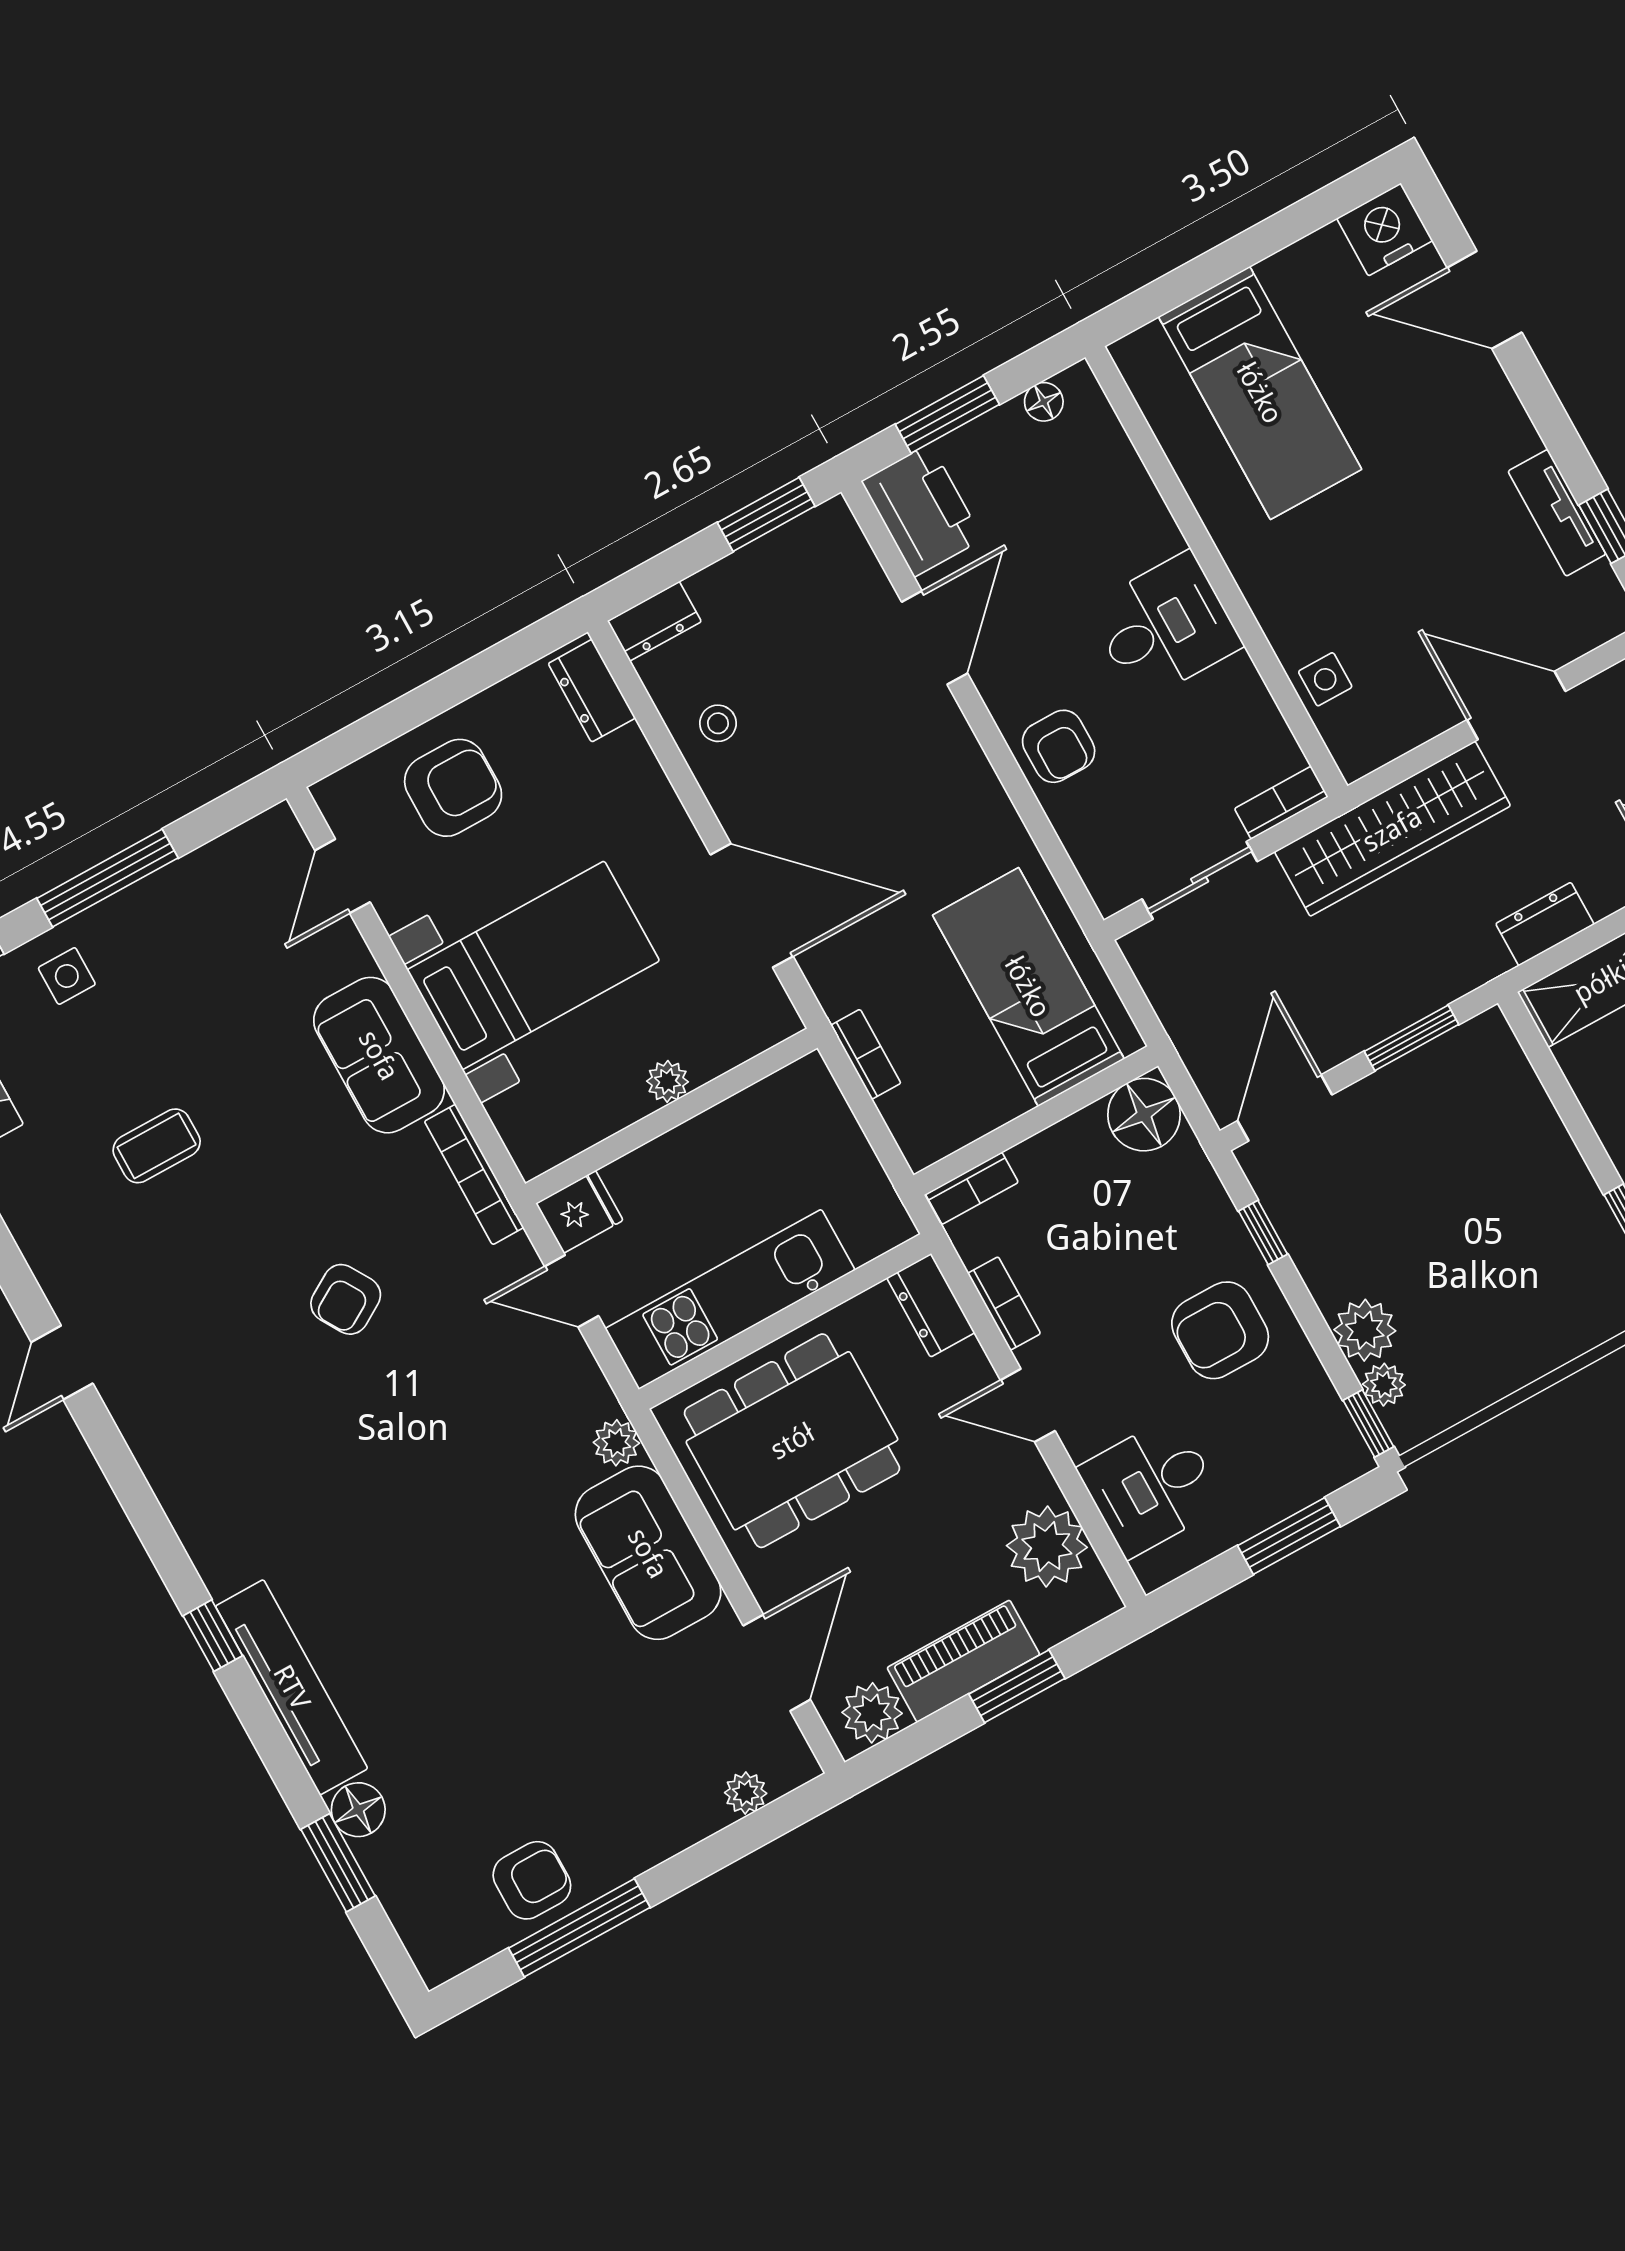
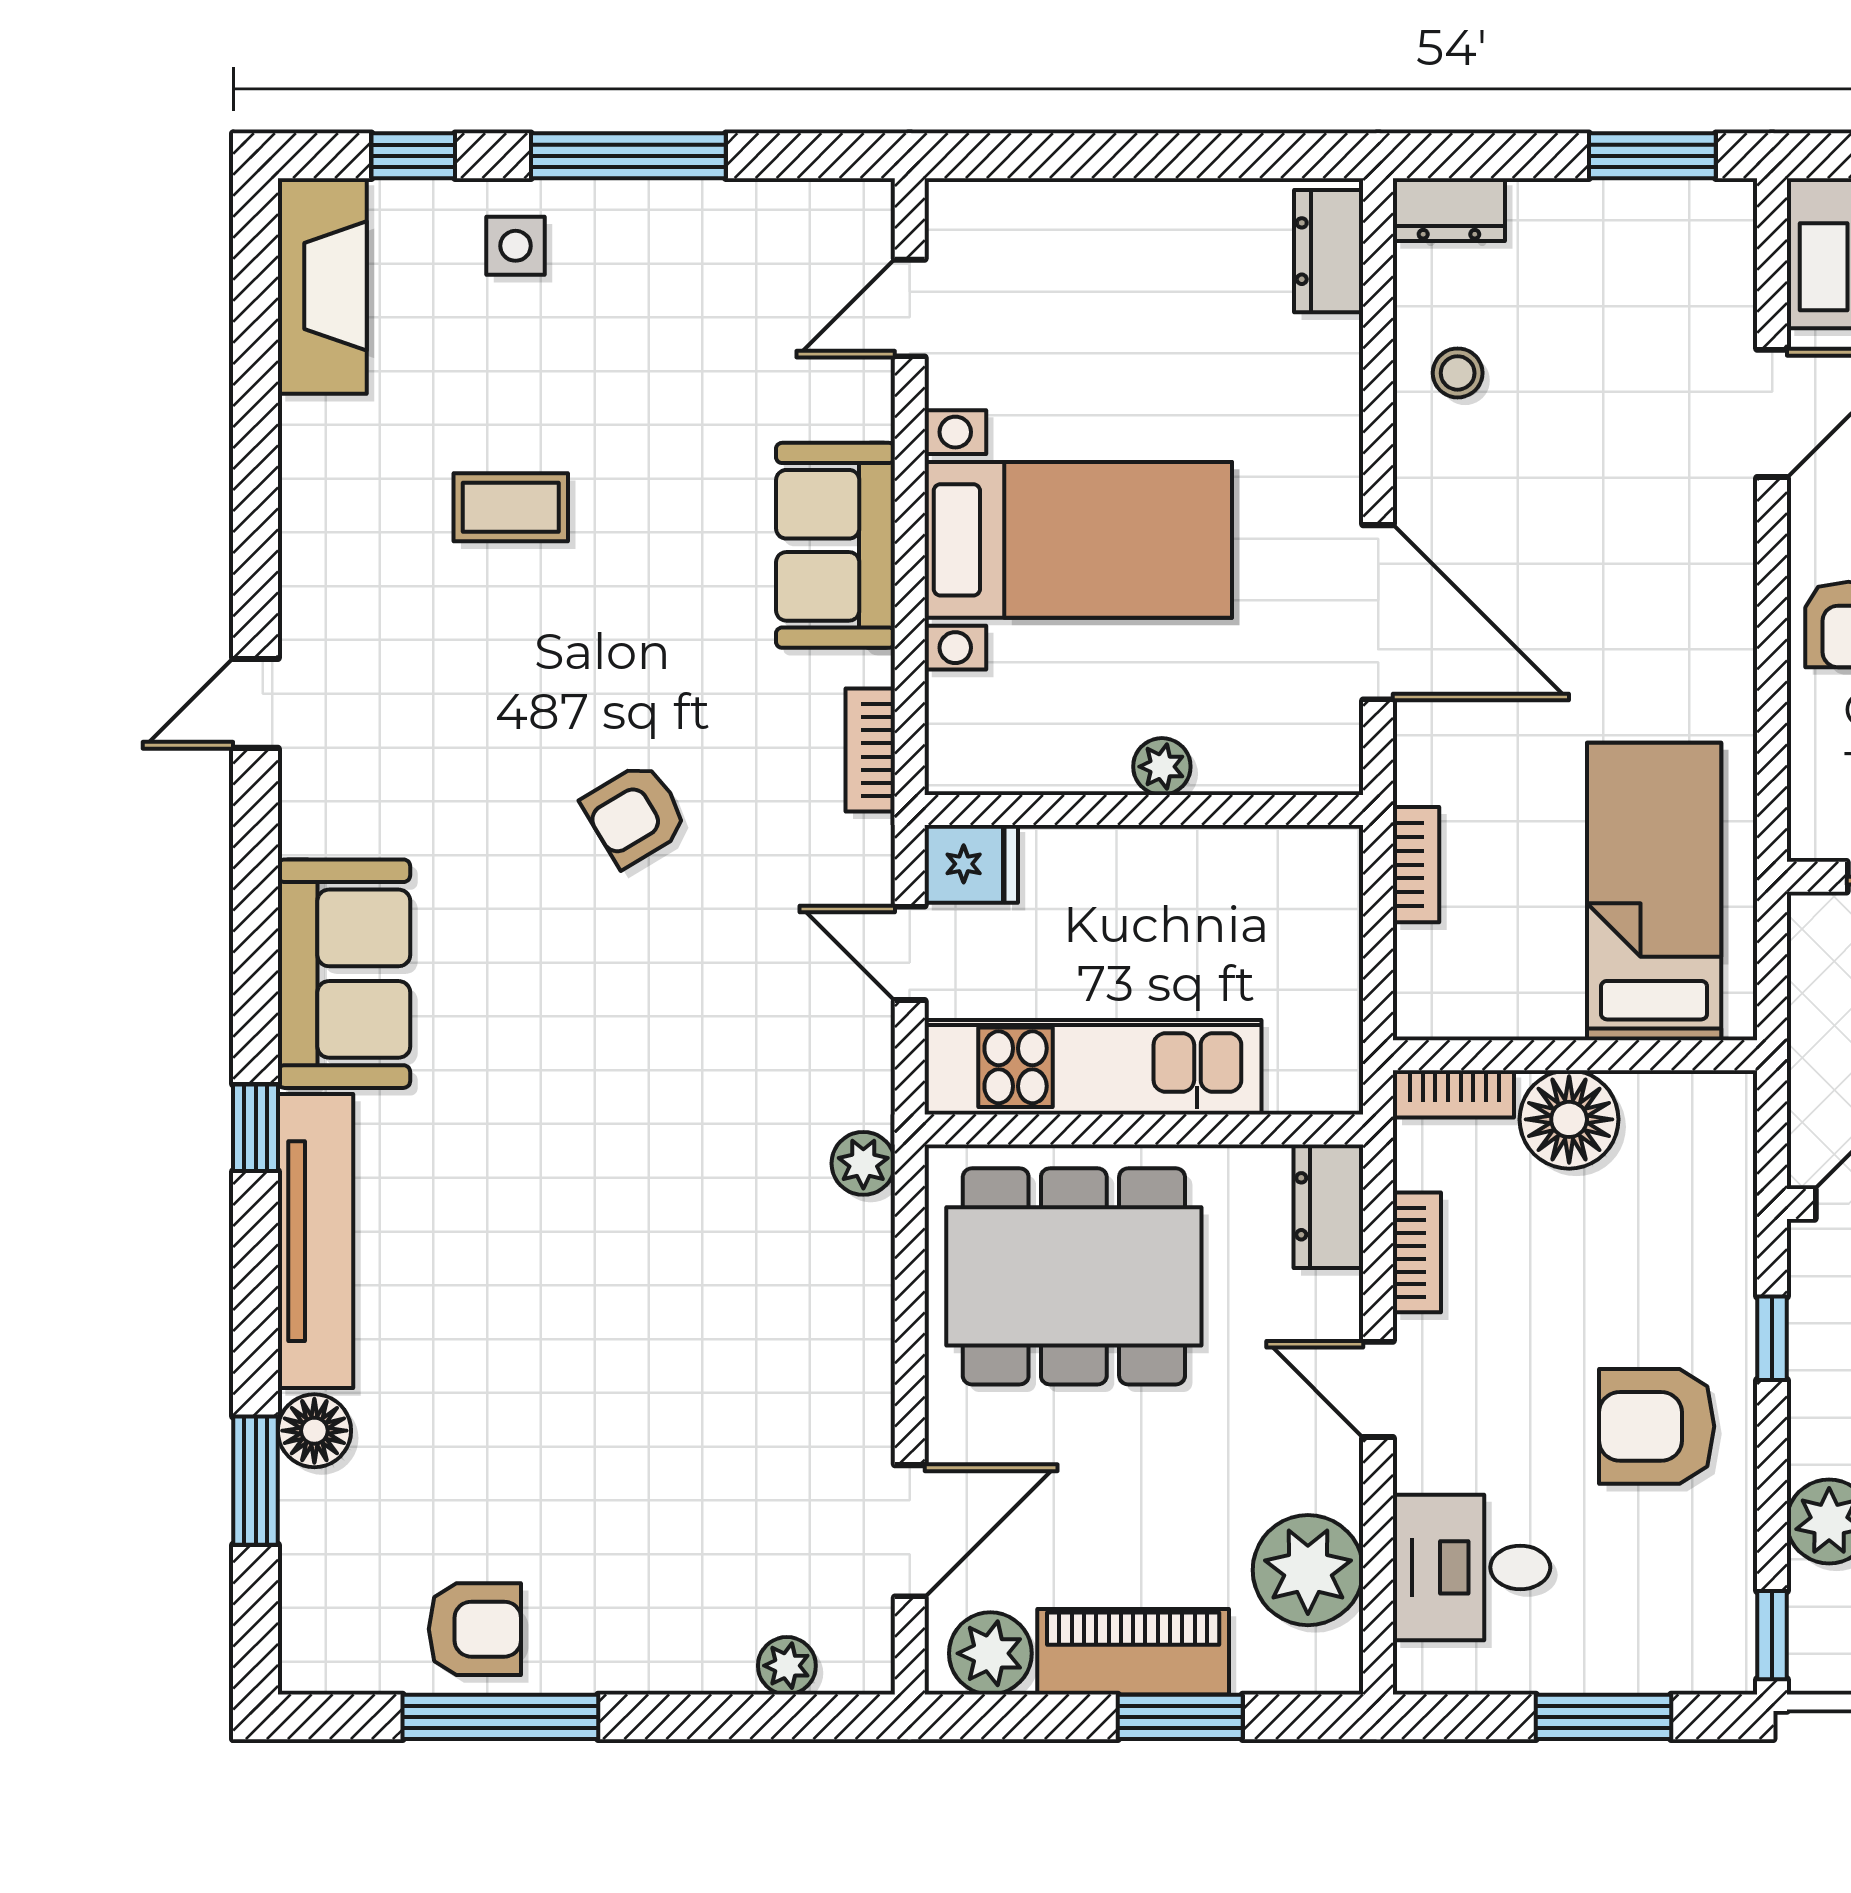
armchair: (453, 788) -> (1100, 276), removed
floor lamp: (1144, 1115) -> (1569, 1119), moved
bookcase: (474, 1174) -> (870, 750), width x0.64
plant: (1384, 1385) -> (1816, 1599), removed
sofa: (648, 1553) -> (344, 974), moved, turned 180

